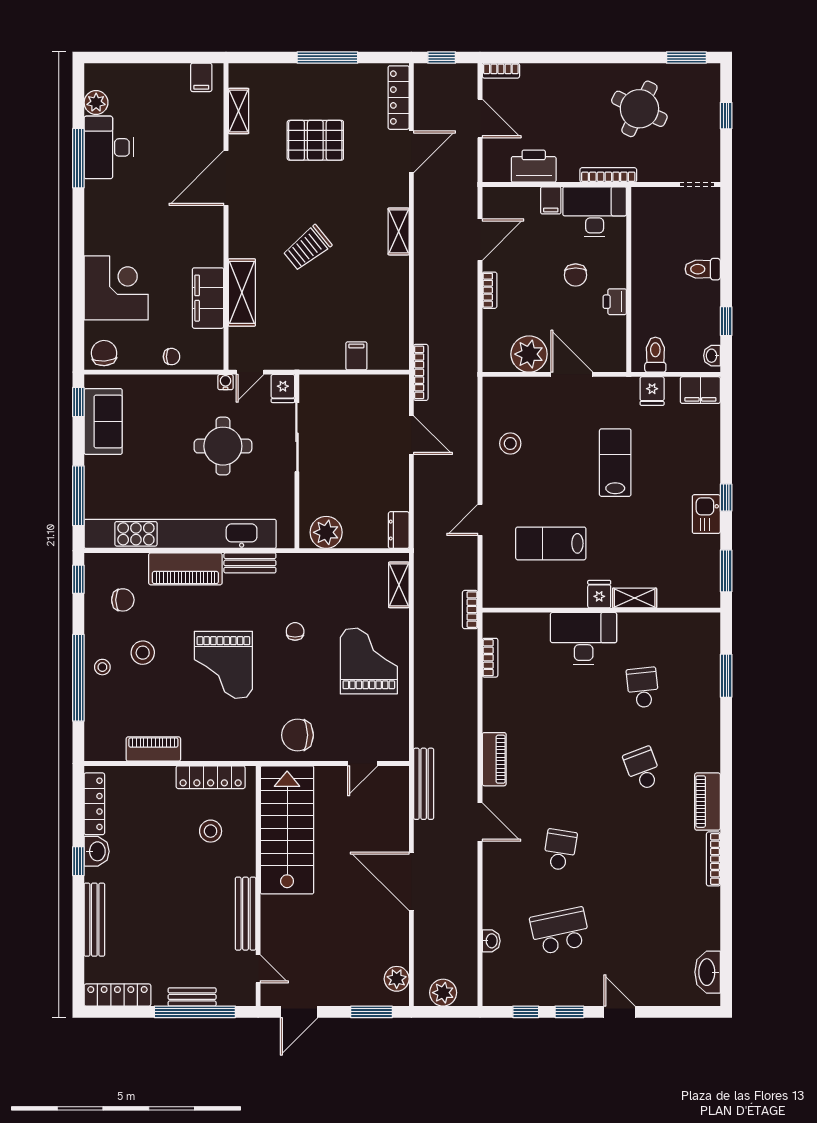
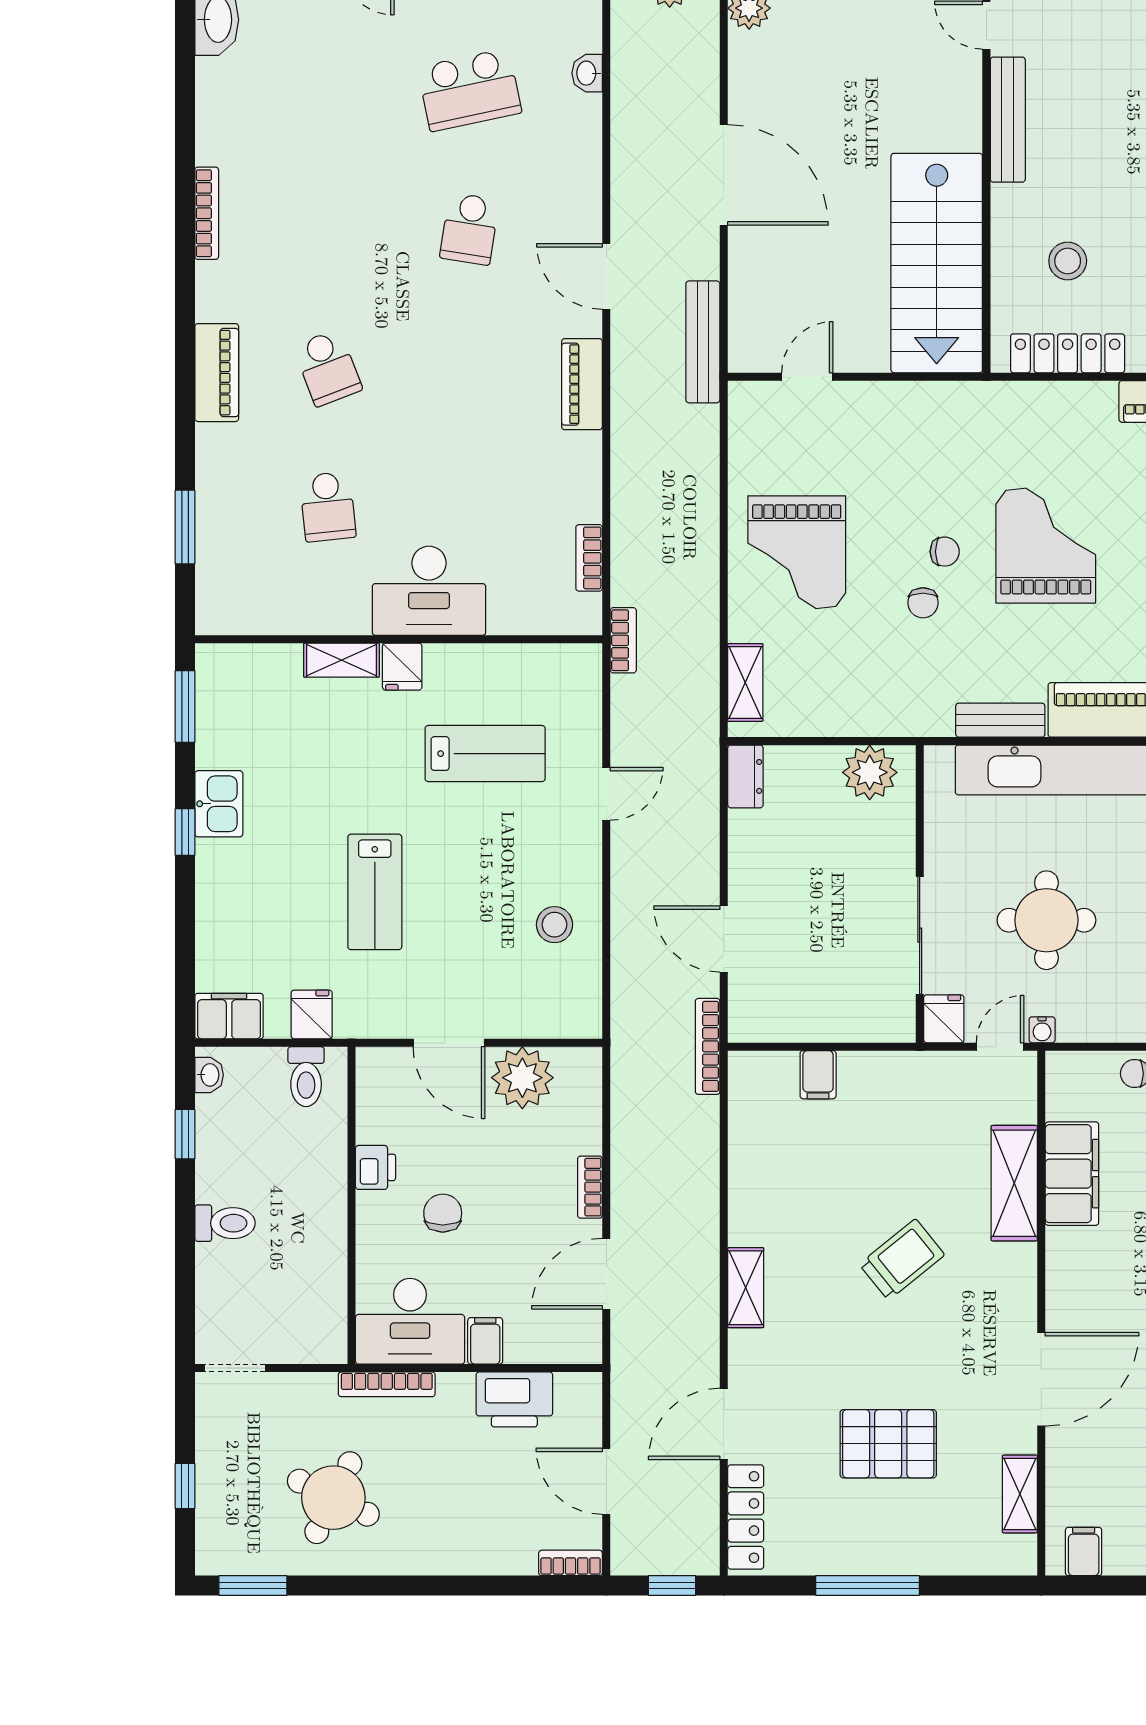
chair: (298, 735) -> (945, 552), moved, width x0.54, depth x0.54
piano: (708, 802) -> (217, 373), moved

